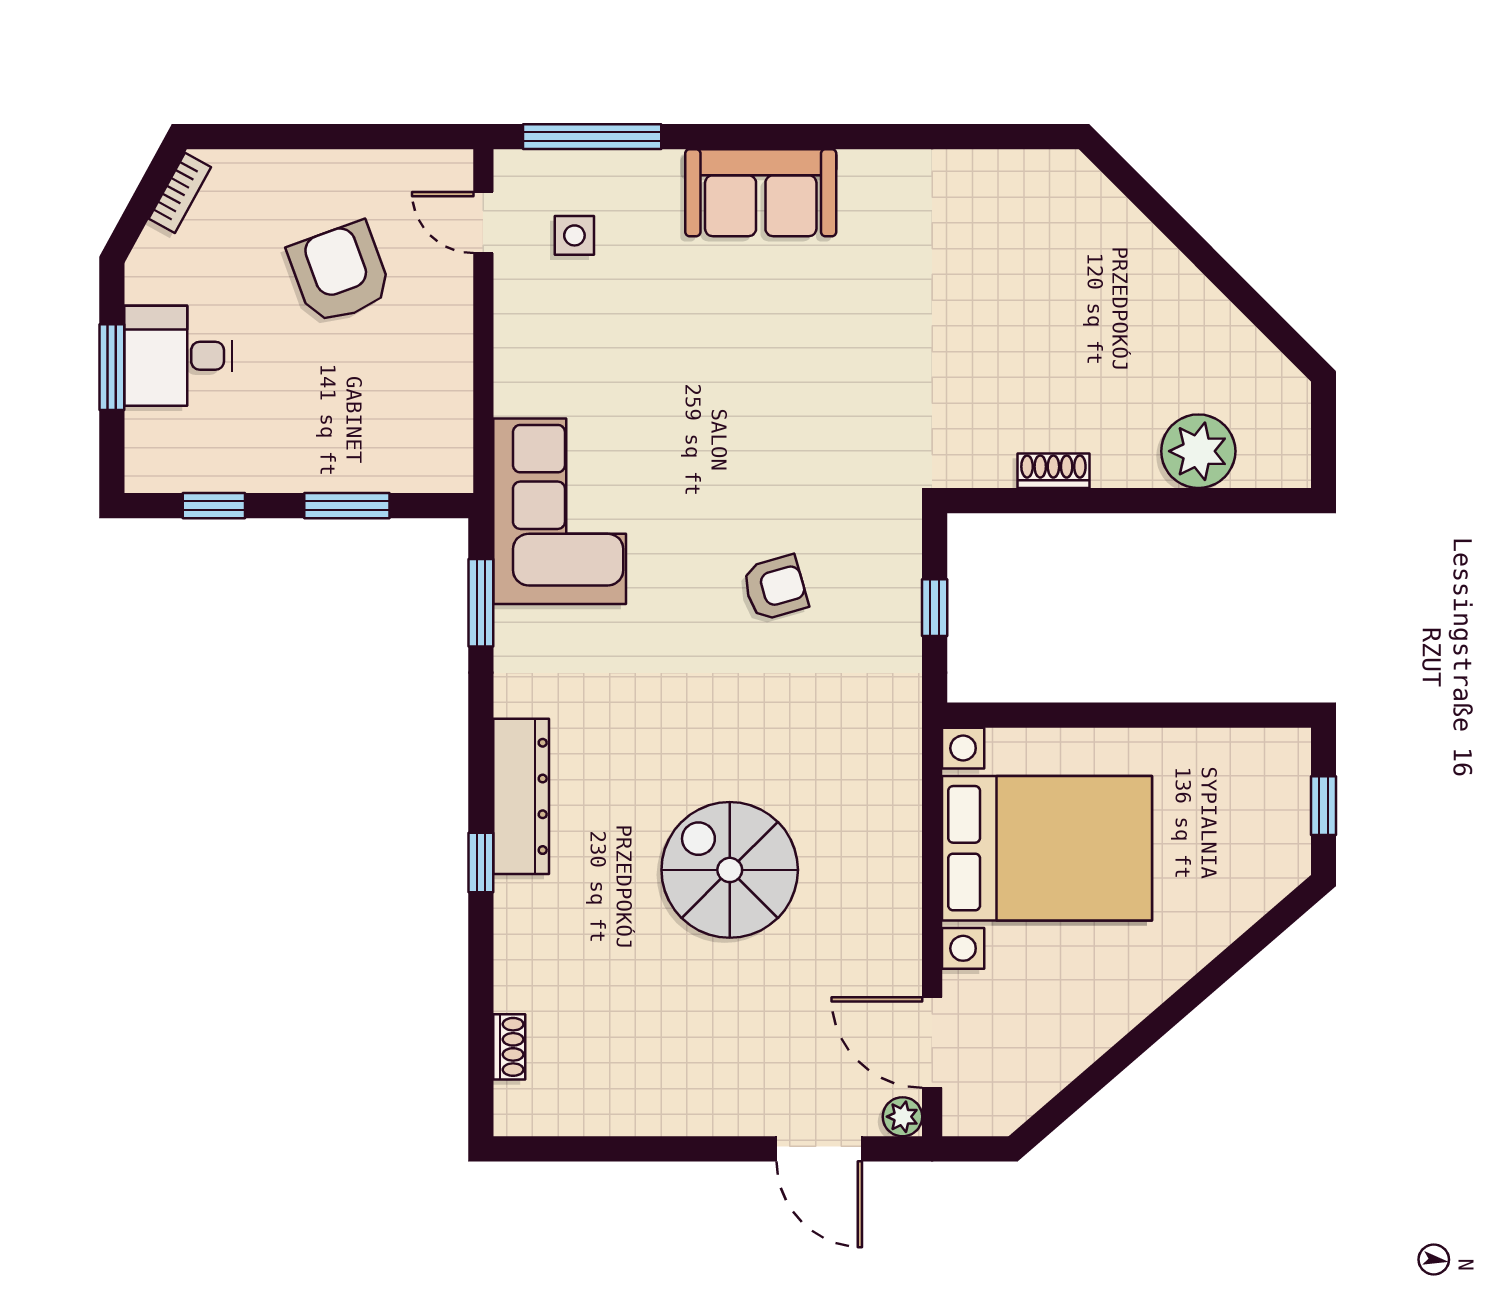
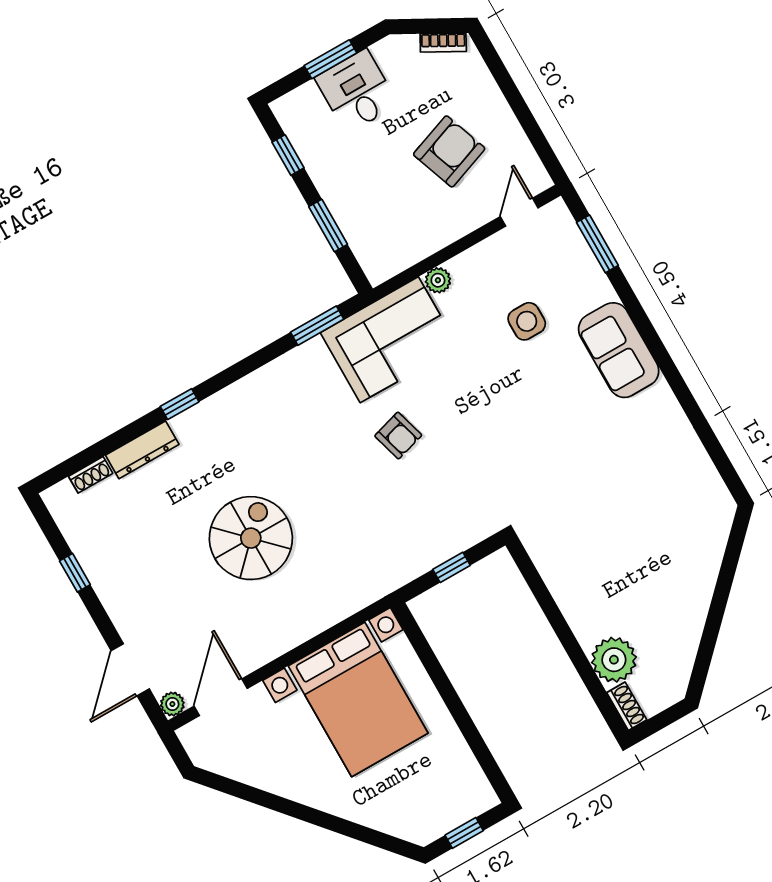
window: (592, 137) -> (597, 244), width x0.69
side table: (574, 235) -> (527, 321), moved, width x1.37, depth x1.37
plant: (514, 394) -> (438, 280), added
shoe rack: (1053, 471) -> (627, 706), moved
armchair: (775, 588) -> (398, 436), moved
dresser: (521, 796) -> (142, 450), moved, width x0.73, depth x0.80
window: (636, 1149) -> (75, 573), added

